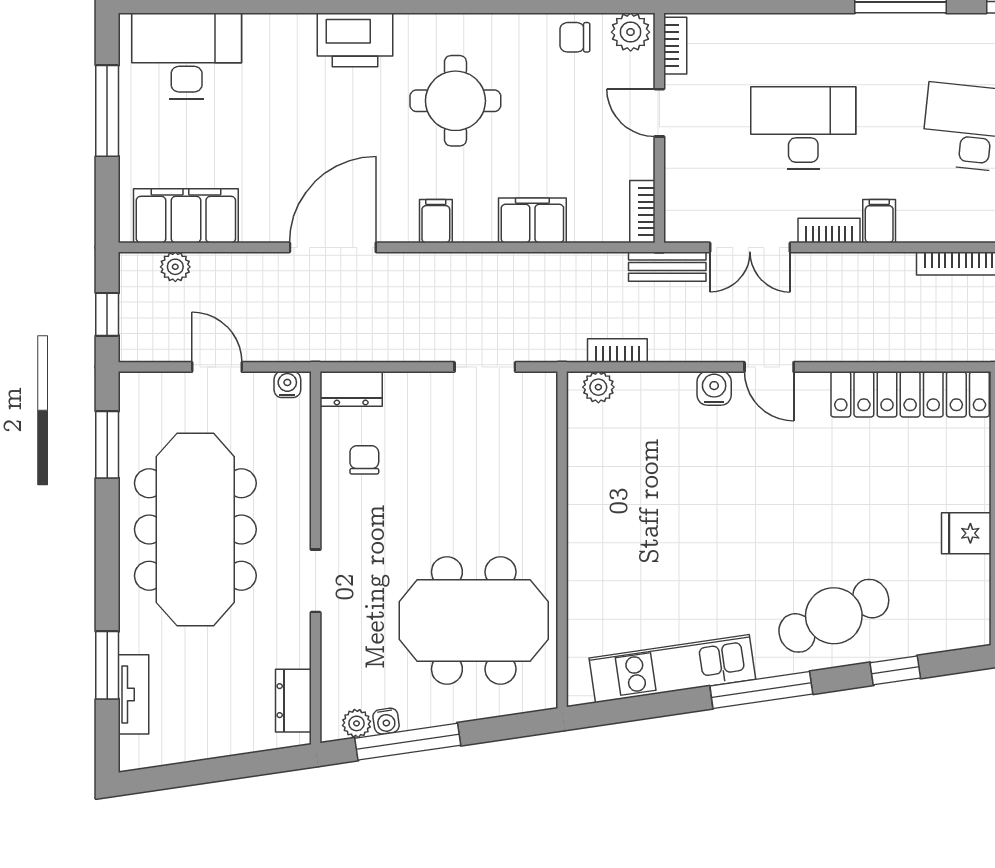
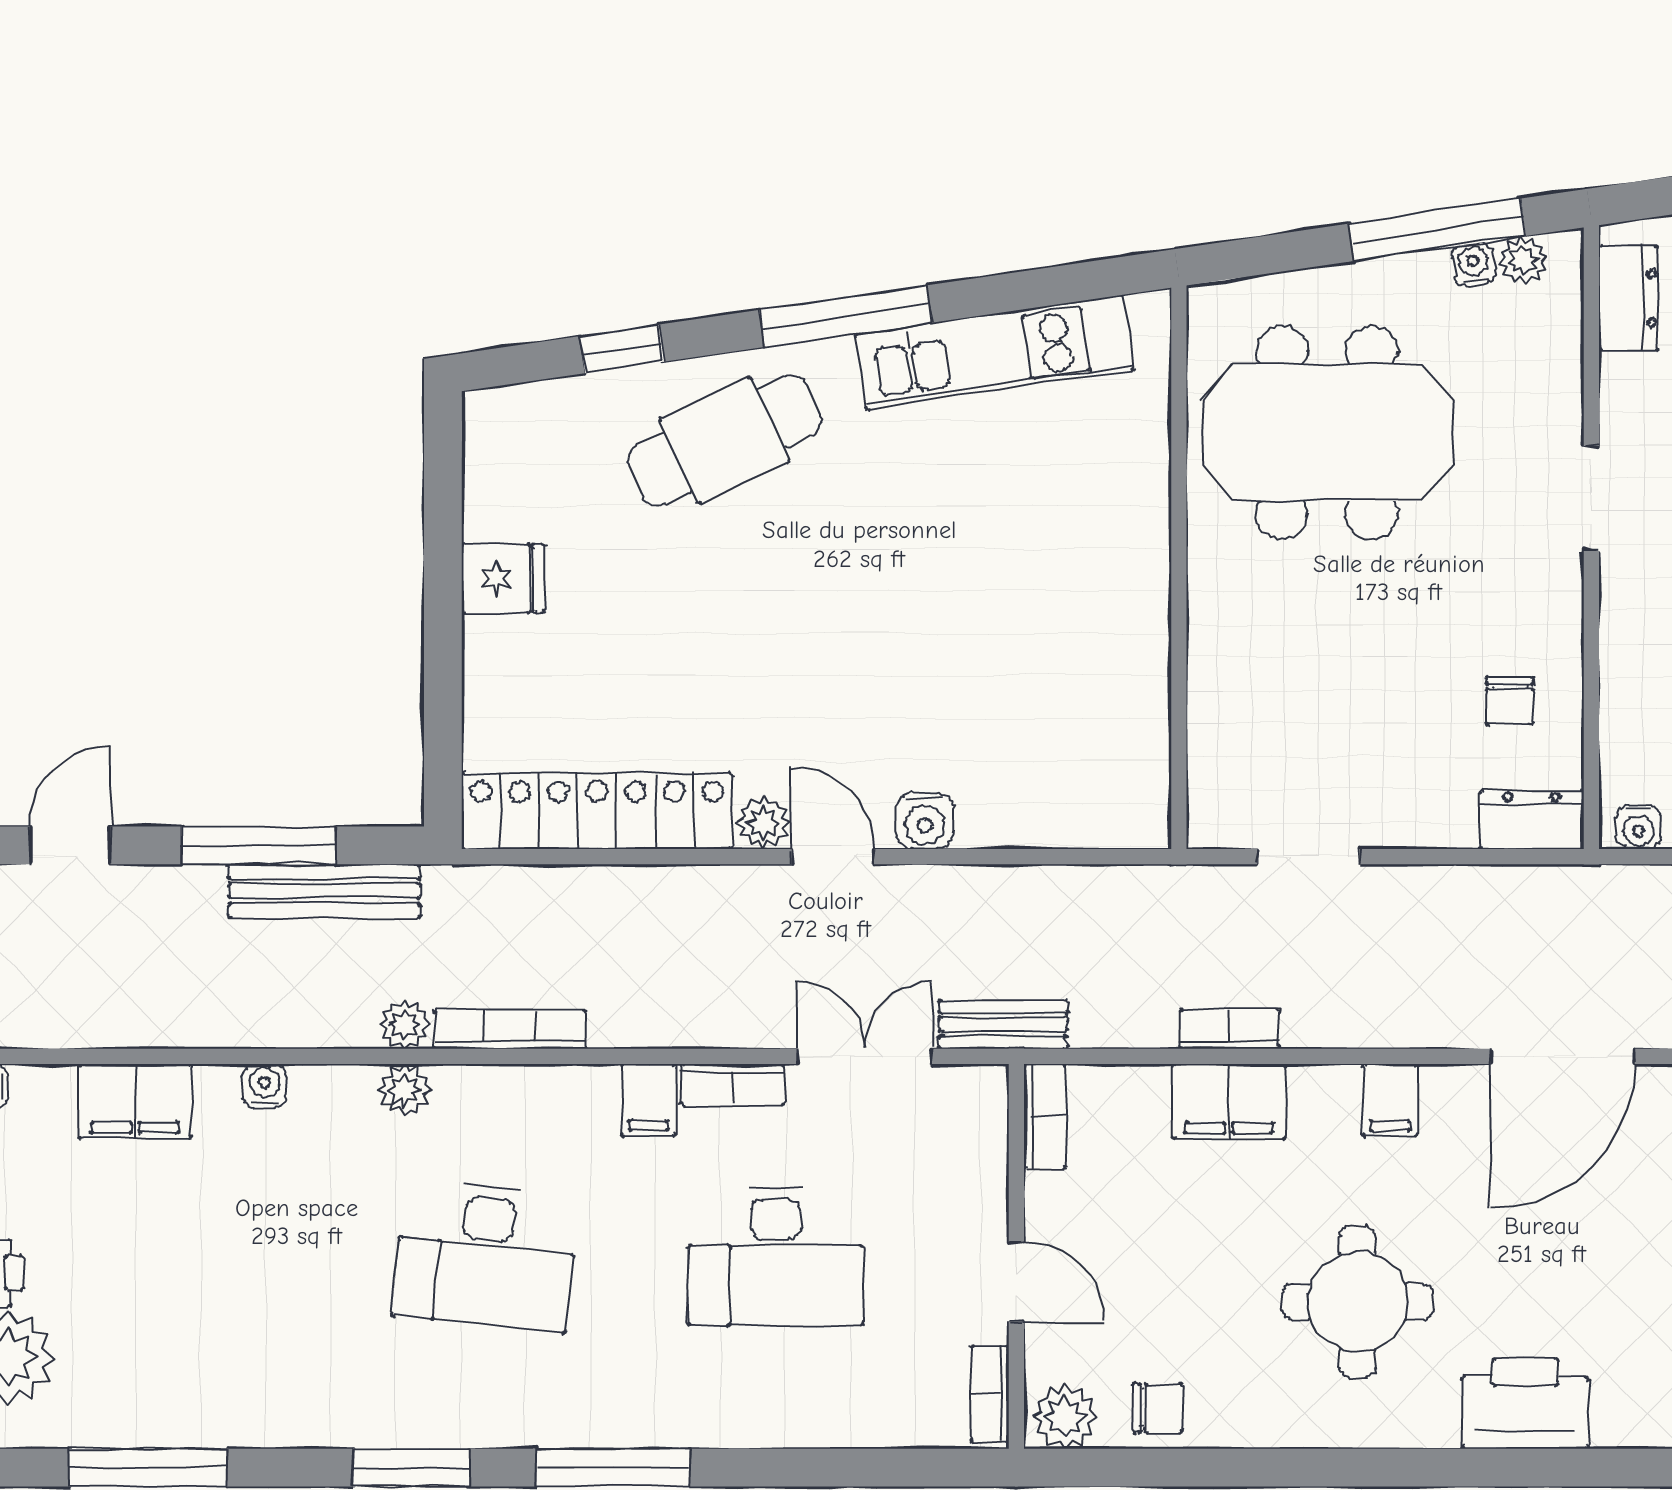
bookcase: (617, 351) -> (1229, 1029), moved, turned 180
plant: (598, 387) -> (764, 823), moved

